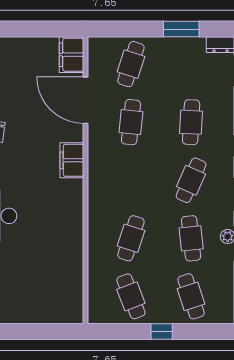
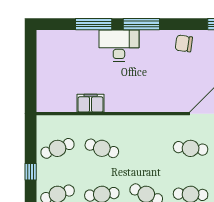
filing cabinet: (72, 160) -> (91, 103), moved

